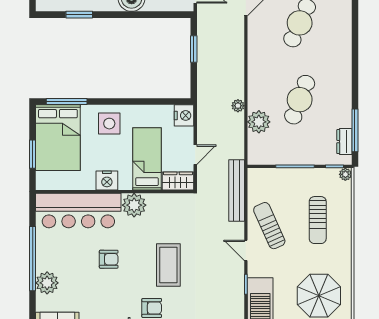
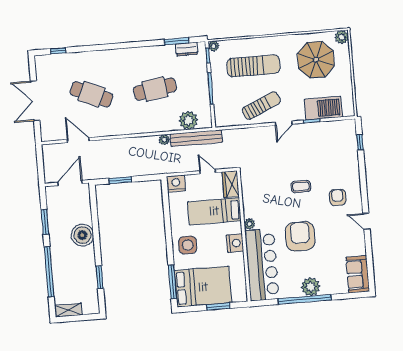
cafe table: (300, 100) -> (155, 89), turned -30
plant: (259, 122) -> (188, 120), moved
window: (355, 130) -> (177, 41), width x0.69
bench: (237, 190) -> (196, 138), moved
plant: (134, 205) -> (249, 224), width x0.53, depth x0.53
sun lounger: (318, 220) -> (253, 66), width x1.36, depth x1.34
sun lounger: (269, 226) -> (261, 106), turned 180
armchair: (109, 259) -> (300, 236), width x1.88, depth x1.88
coffee table: (168, 265) -> (301, 186), width x0.54, depth x0.58
plant: (47, 283) -> (311, 287), moved

